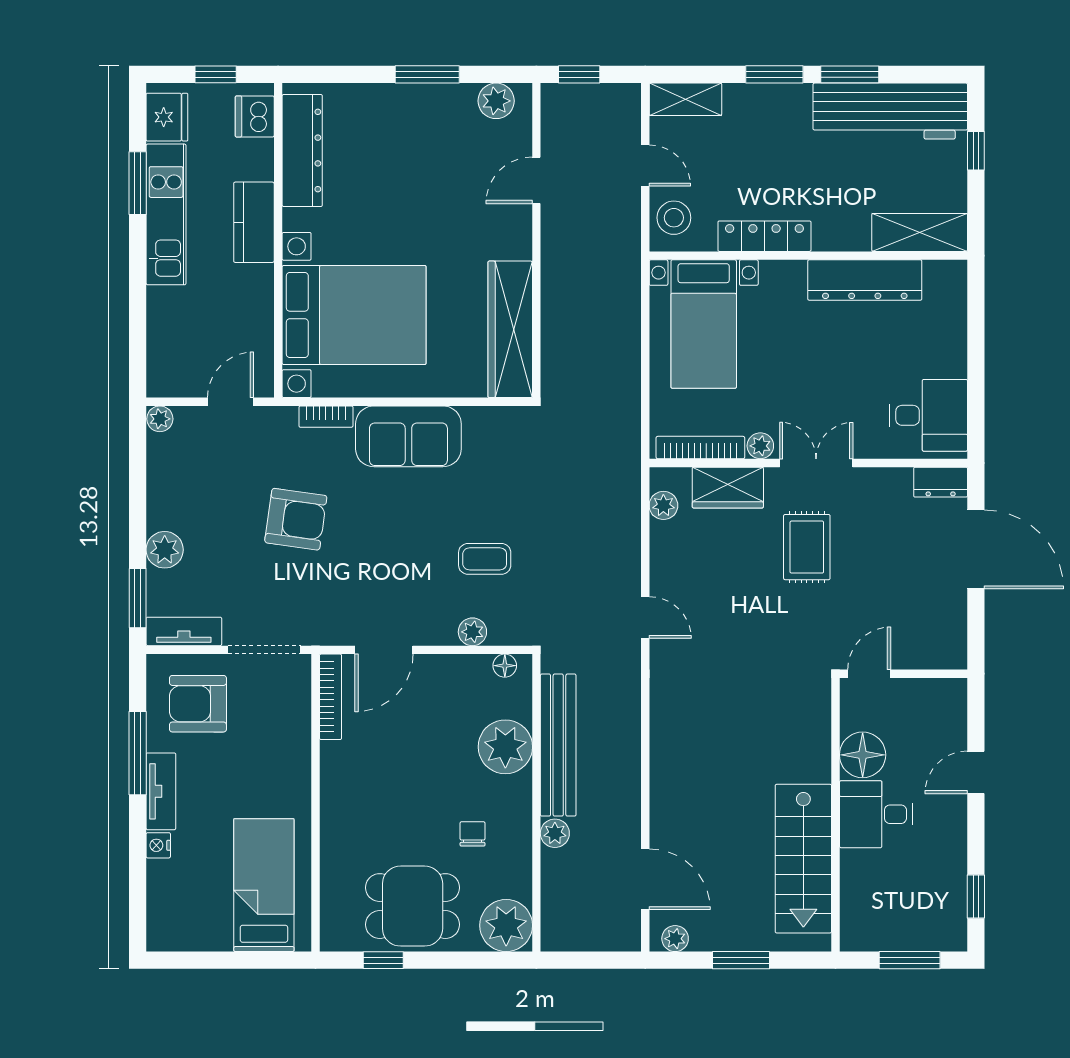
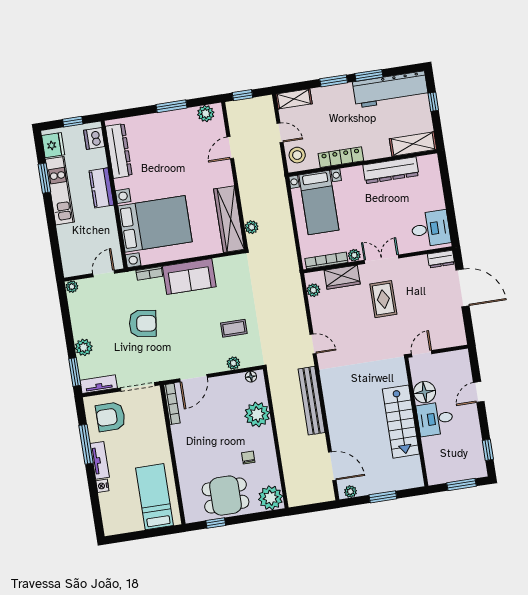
bench: (558, 745) -> (311, 401), moved
plant: (555, 833) -> (252, 227), moved
stairs: (803, 859) -> (401, 422), moved

